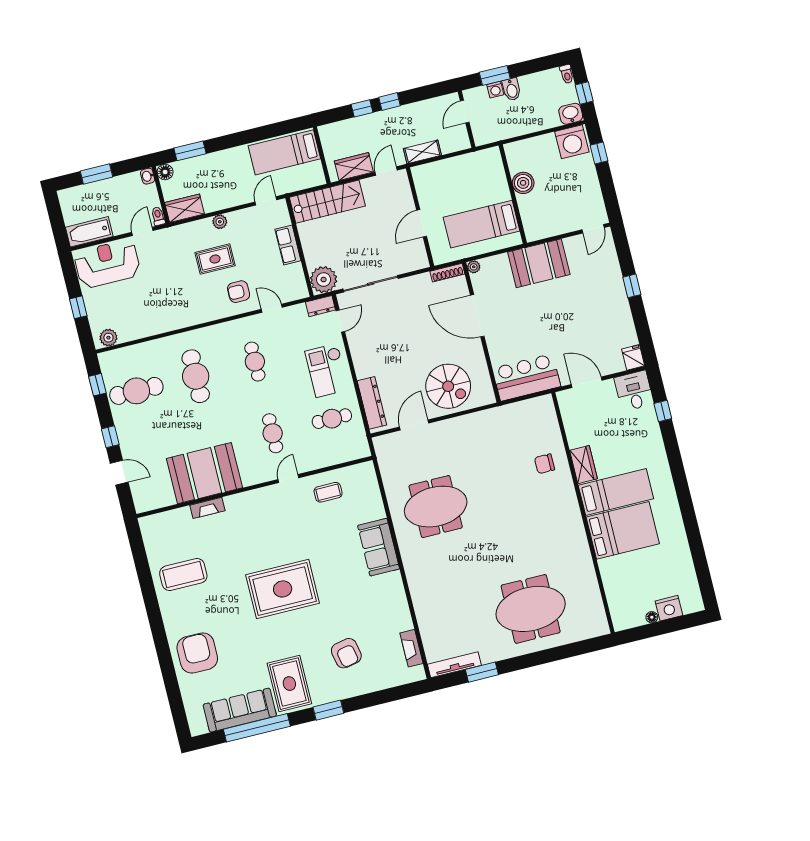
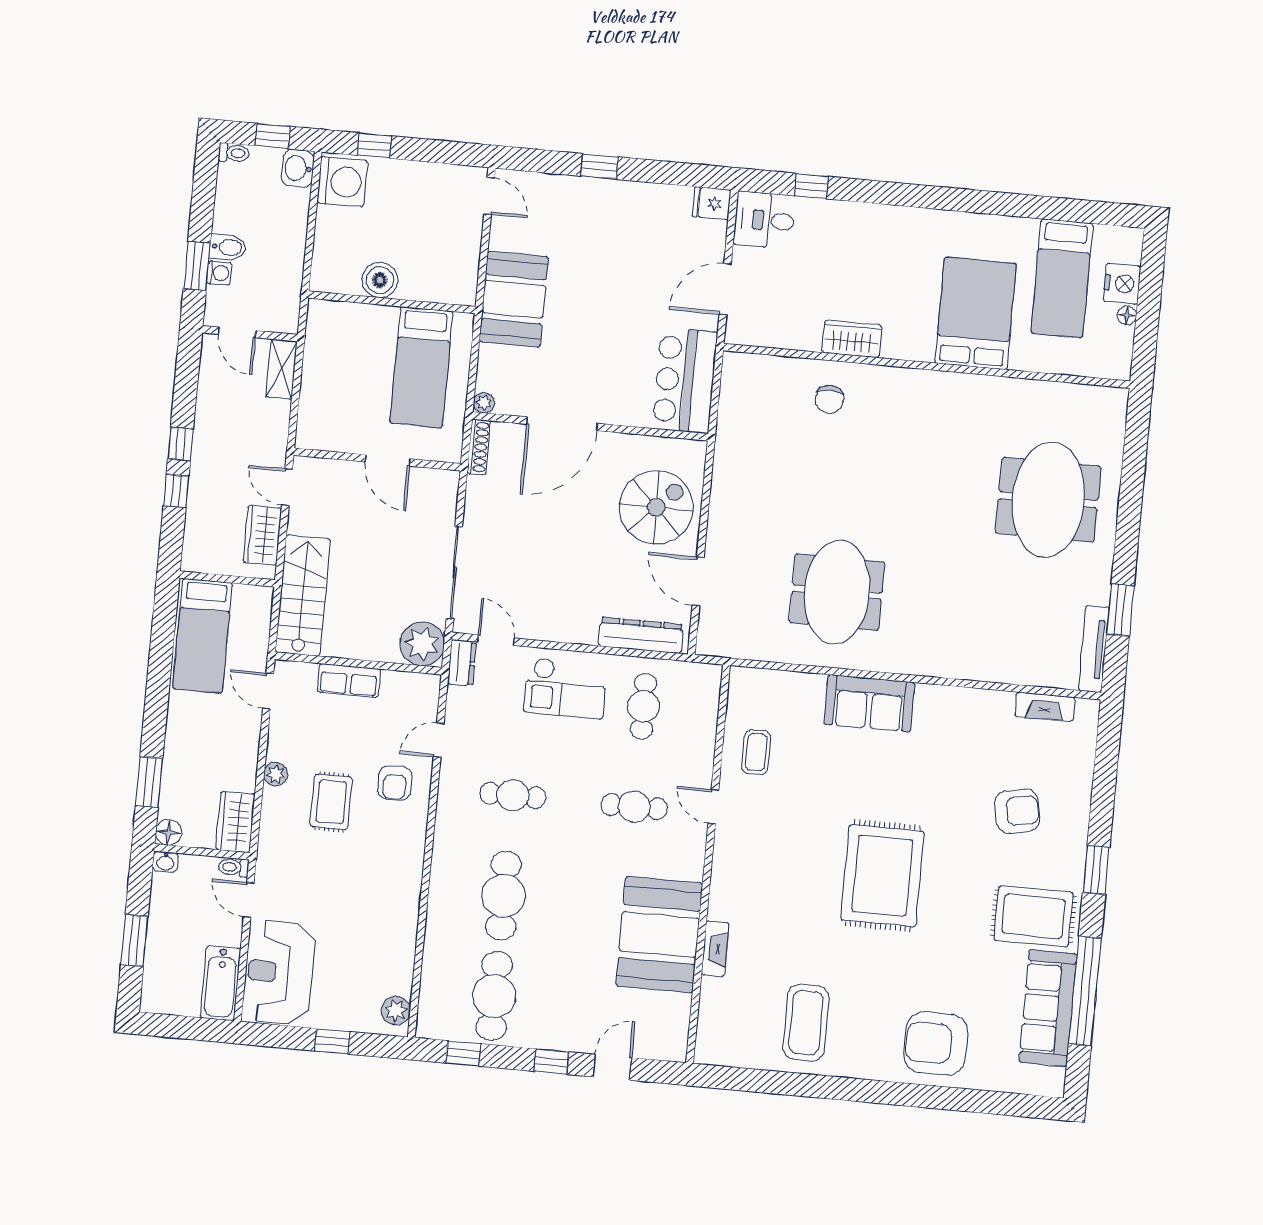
shelving: (422, 152) -> (282, 369), moved
cafe table: (196, 376) -> (503, 896), turned 90
bed: (616, 492) -> (1062, 278), moved, turned 180

